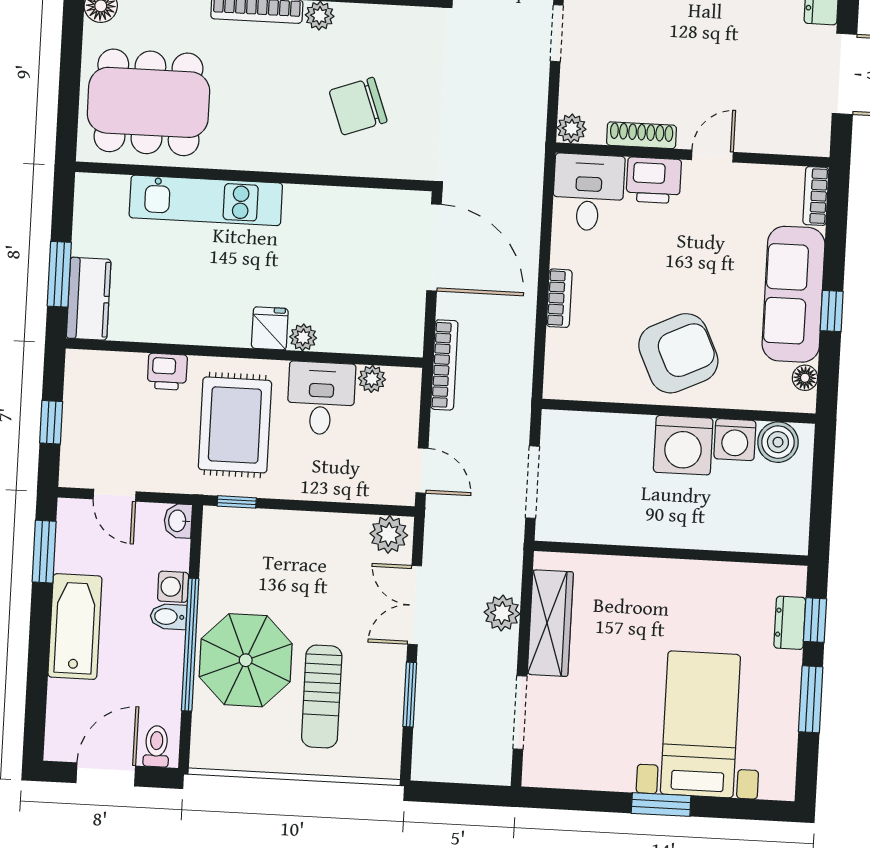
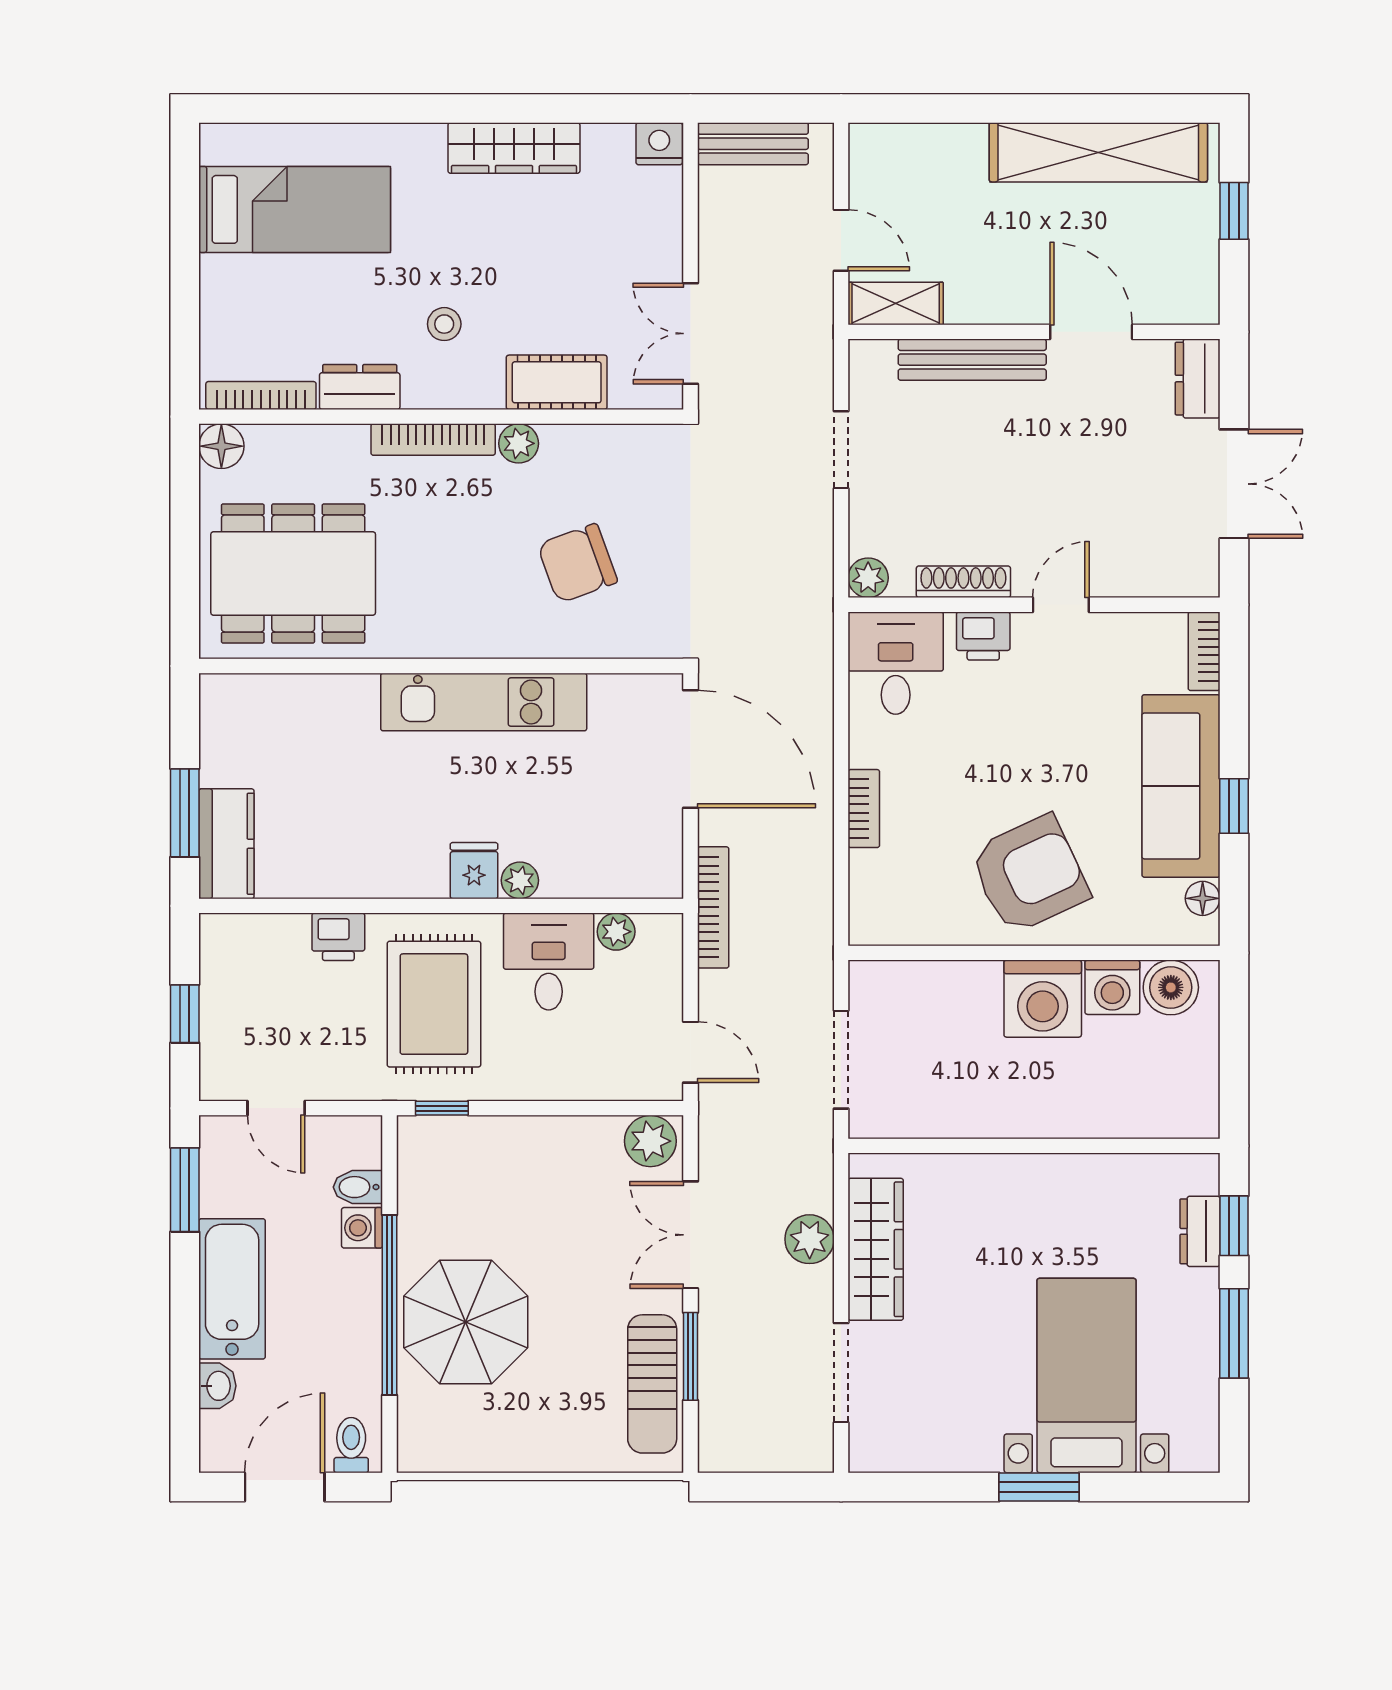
printer: (654, 180) -> (983, 636), width x0.73, depth x0.81
kitchen unit: (206, 200) -> (484, 702), moved
washbasin: (178, 521) -> (217, 1386), moved, turned 180
bidet: (168, 617) -> (358, 1187), moved
sun lounger: (322, 696) -> (652, 1384), moved

